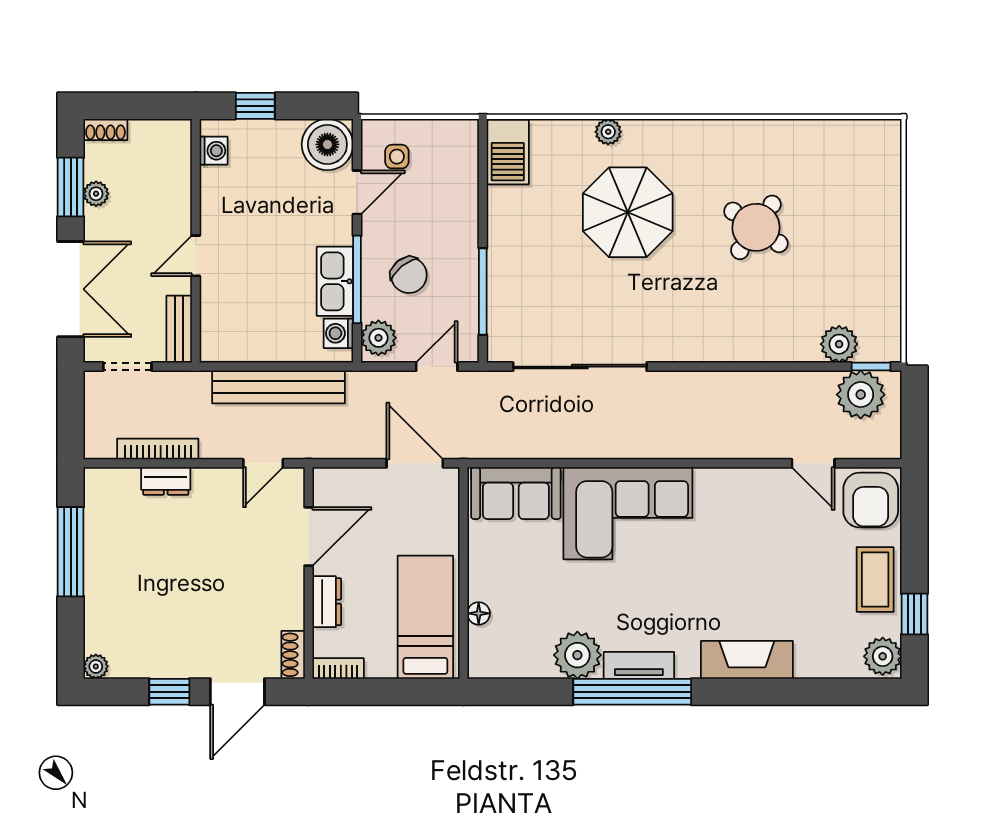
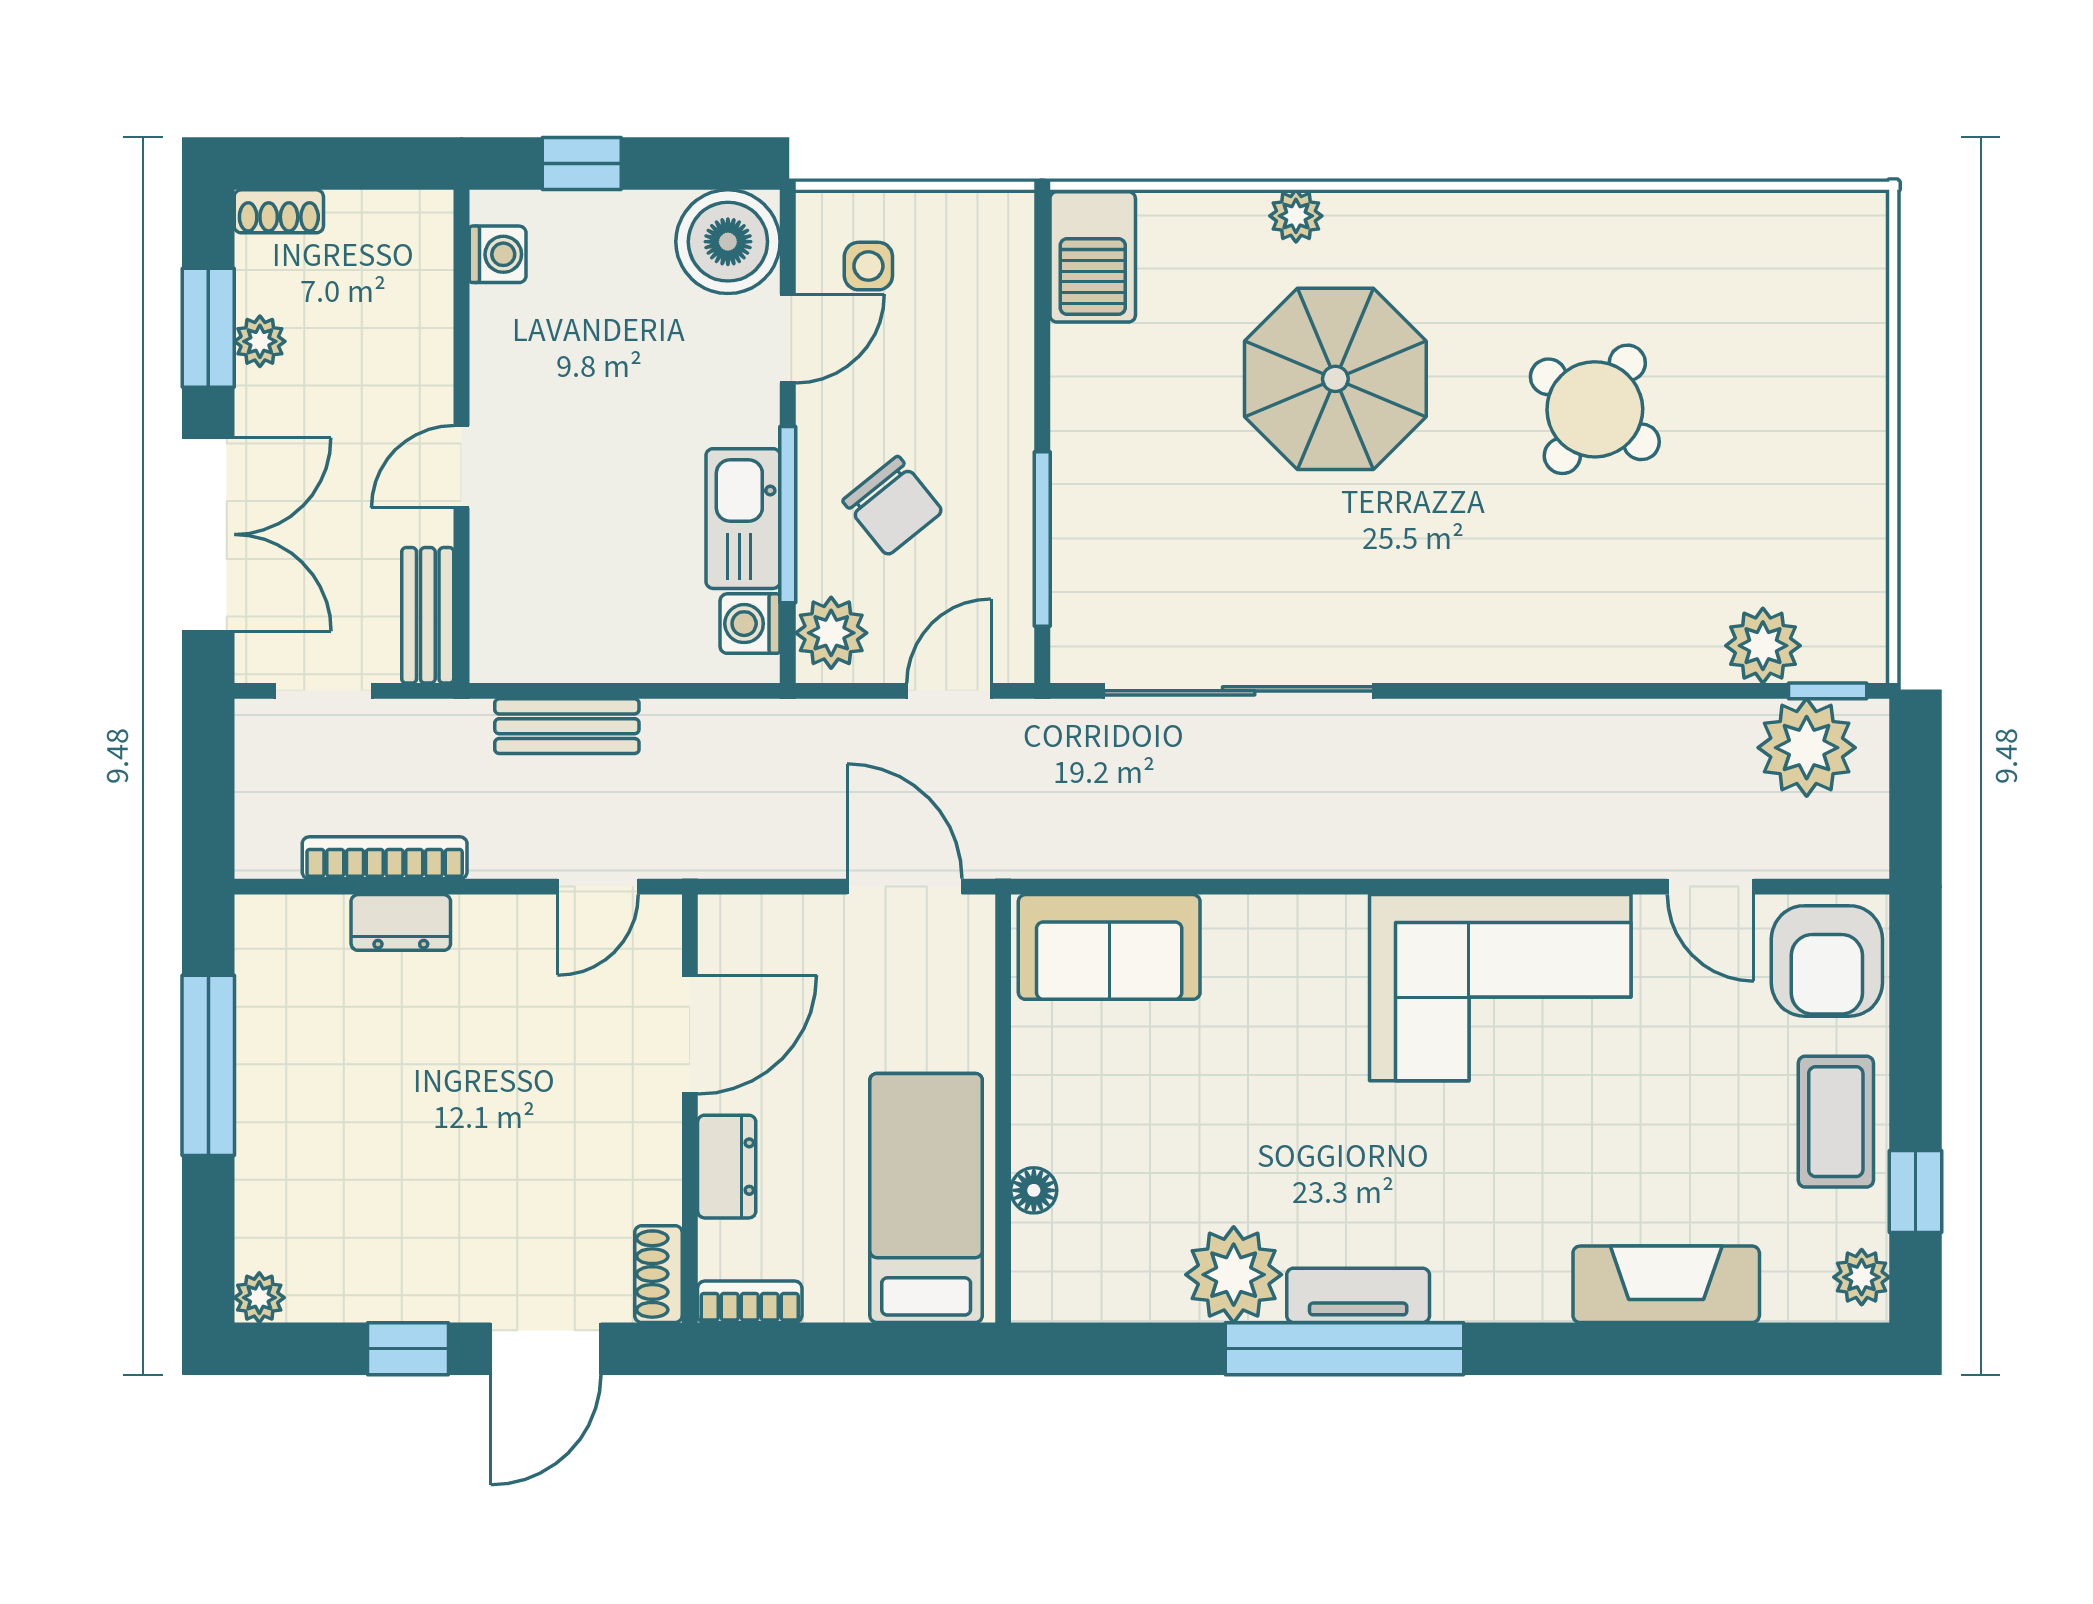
bench: (279, 387) -> (567, 726), width x0.54, depth x0.82
corner sofa: (628, 513) -> (1500, 988), moved
plant: (883, 656) -> (1862, 1277), width x0.73, depth x0.73
fireplace: (747, 660) -> (1666, 1284), moved

